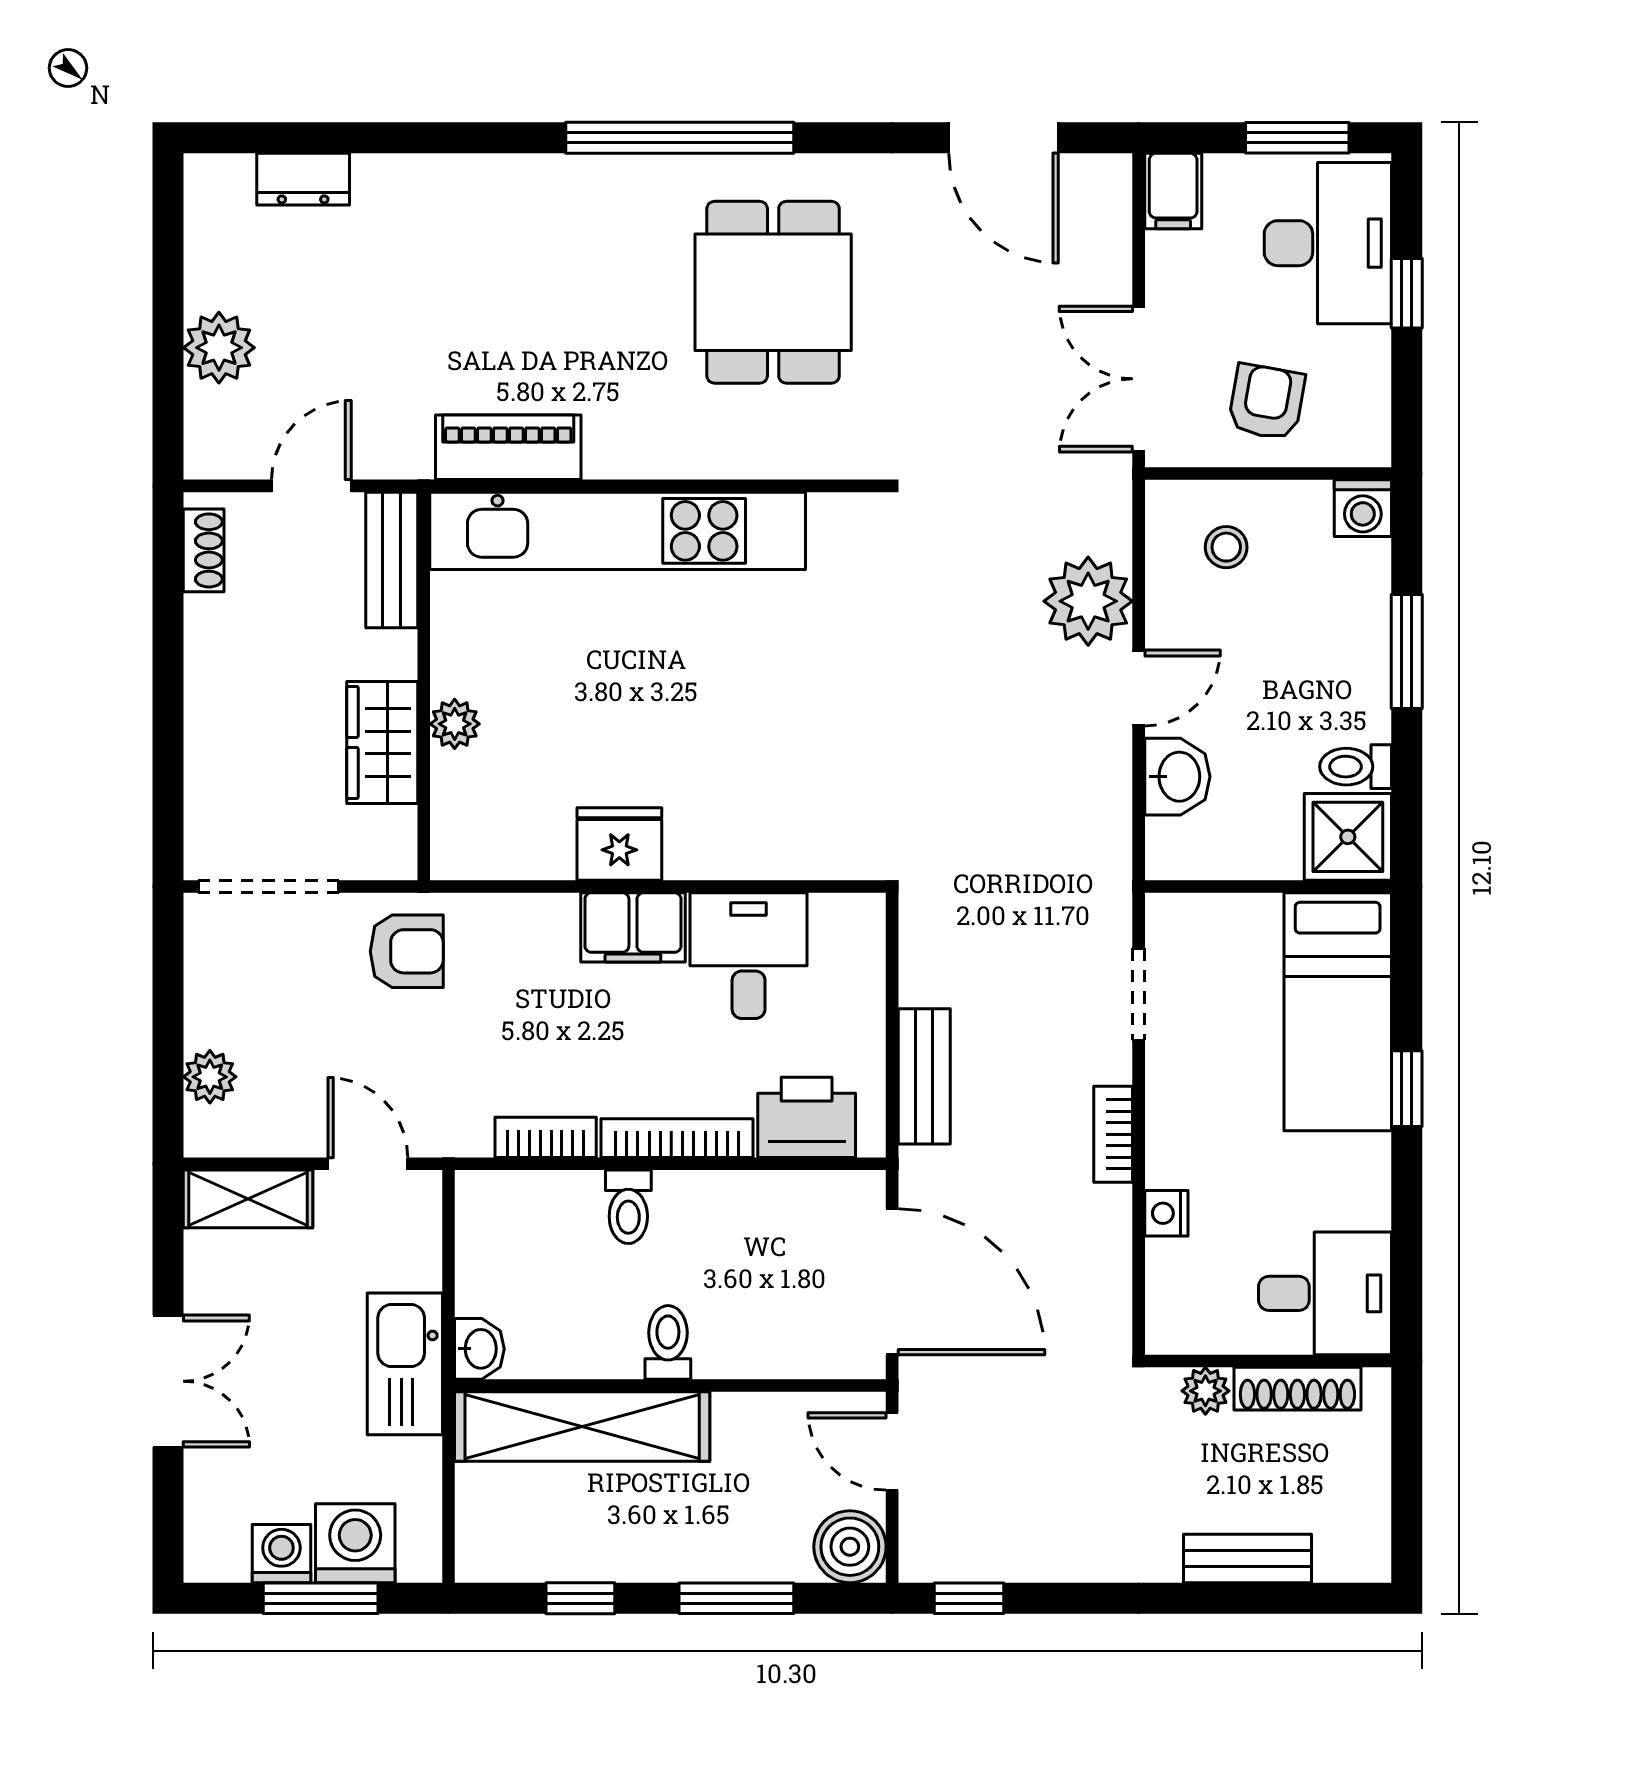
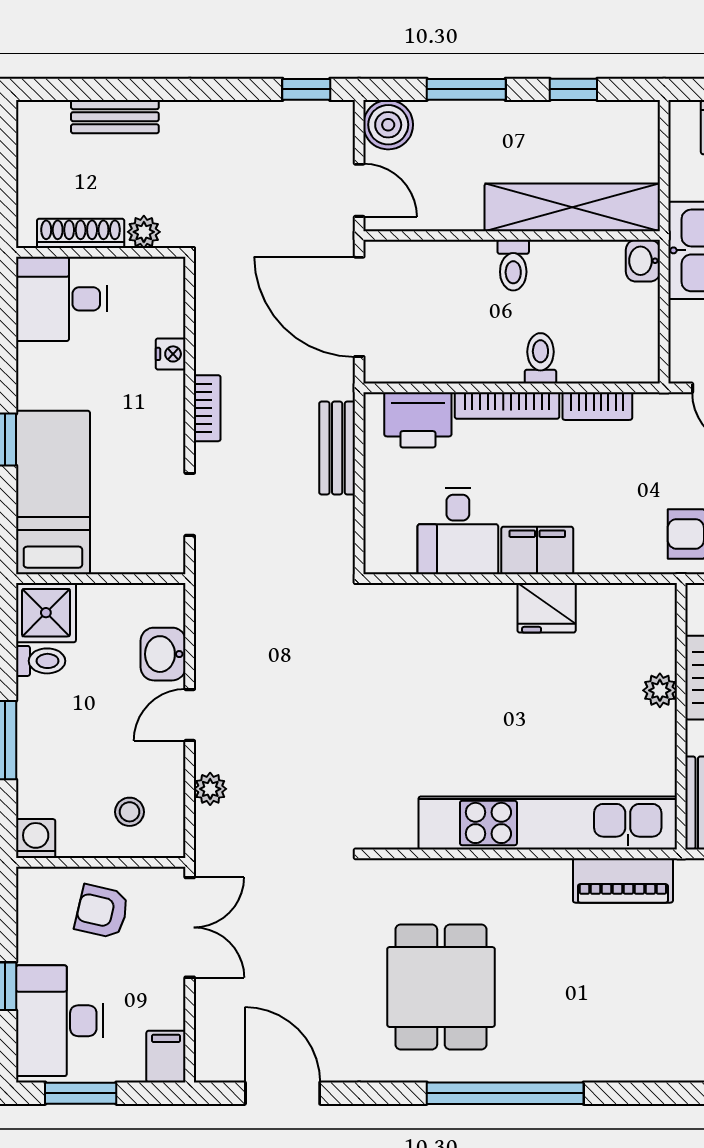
armchair: (1266, 402) -> (102, 912), turned 93
plant: (1088, 601) -> (210, 789), width x0.53, depth x0.53

